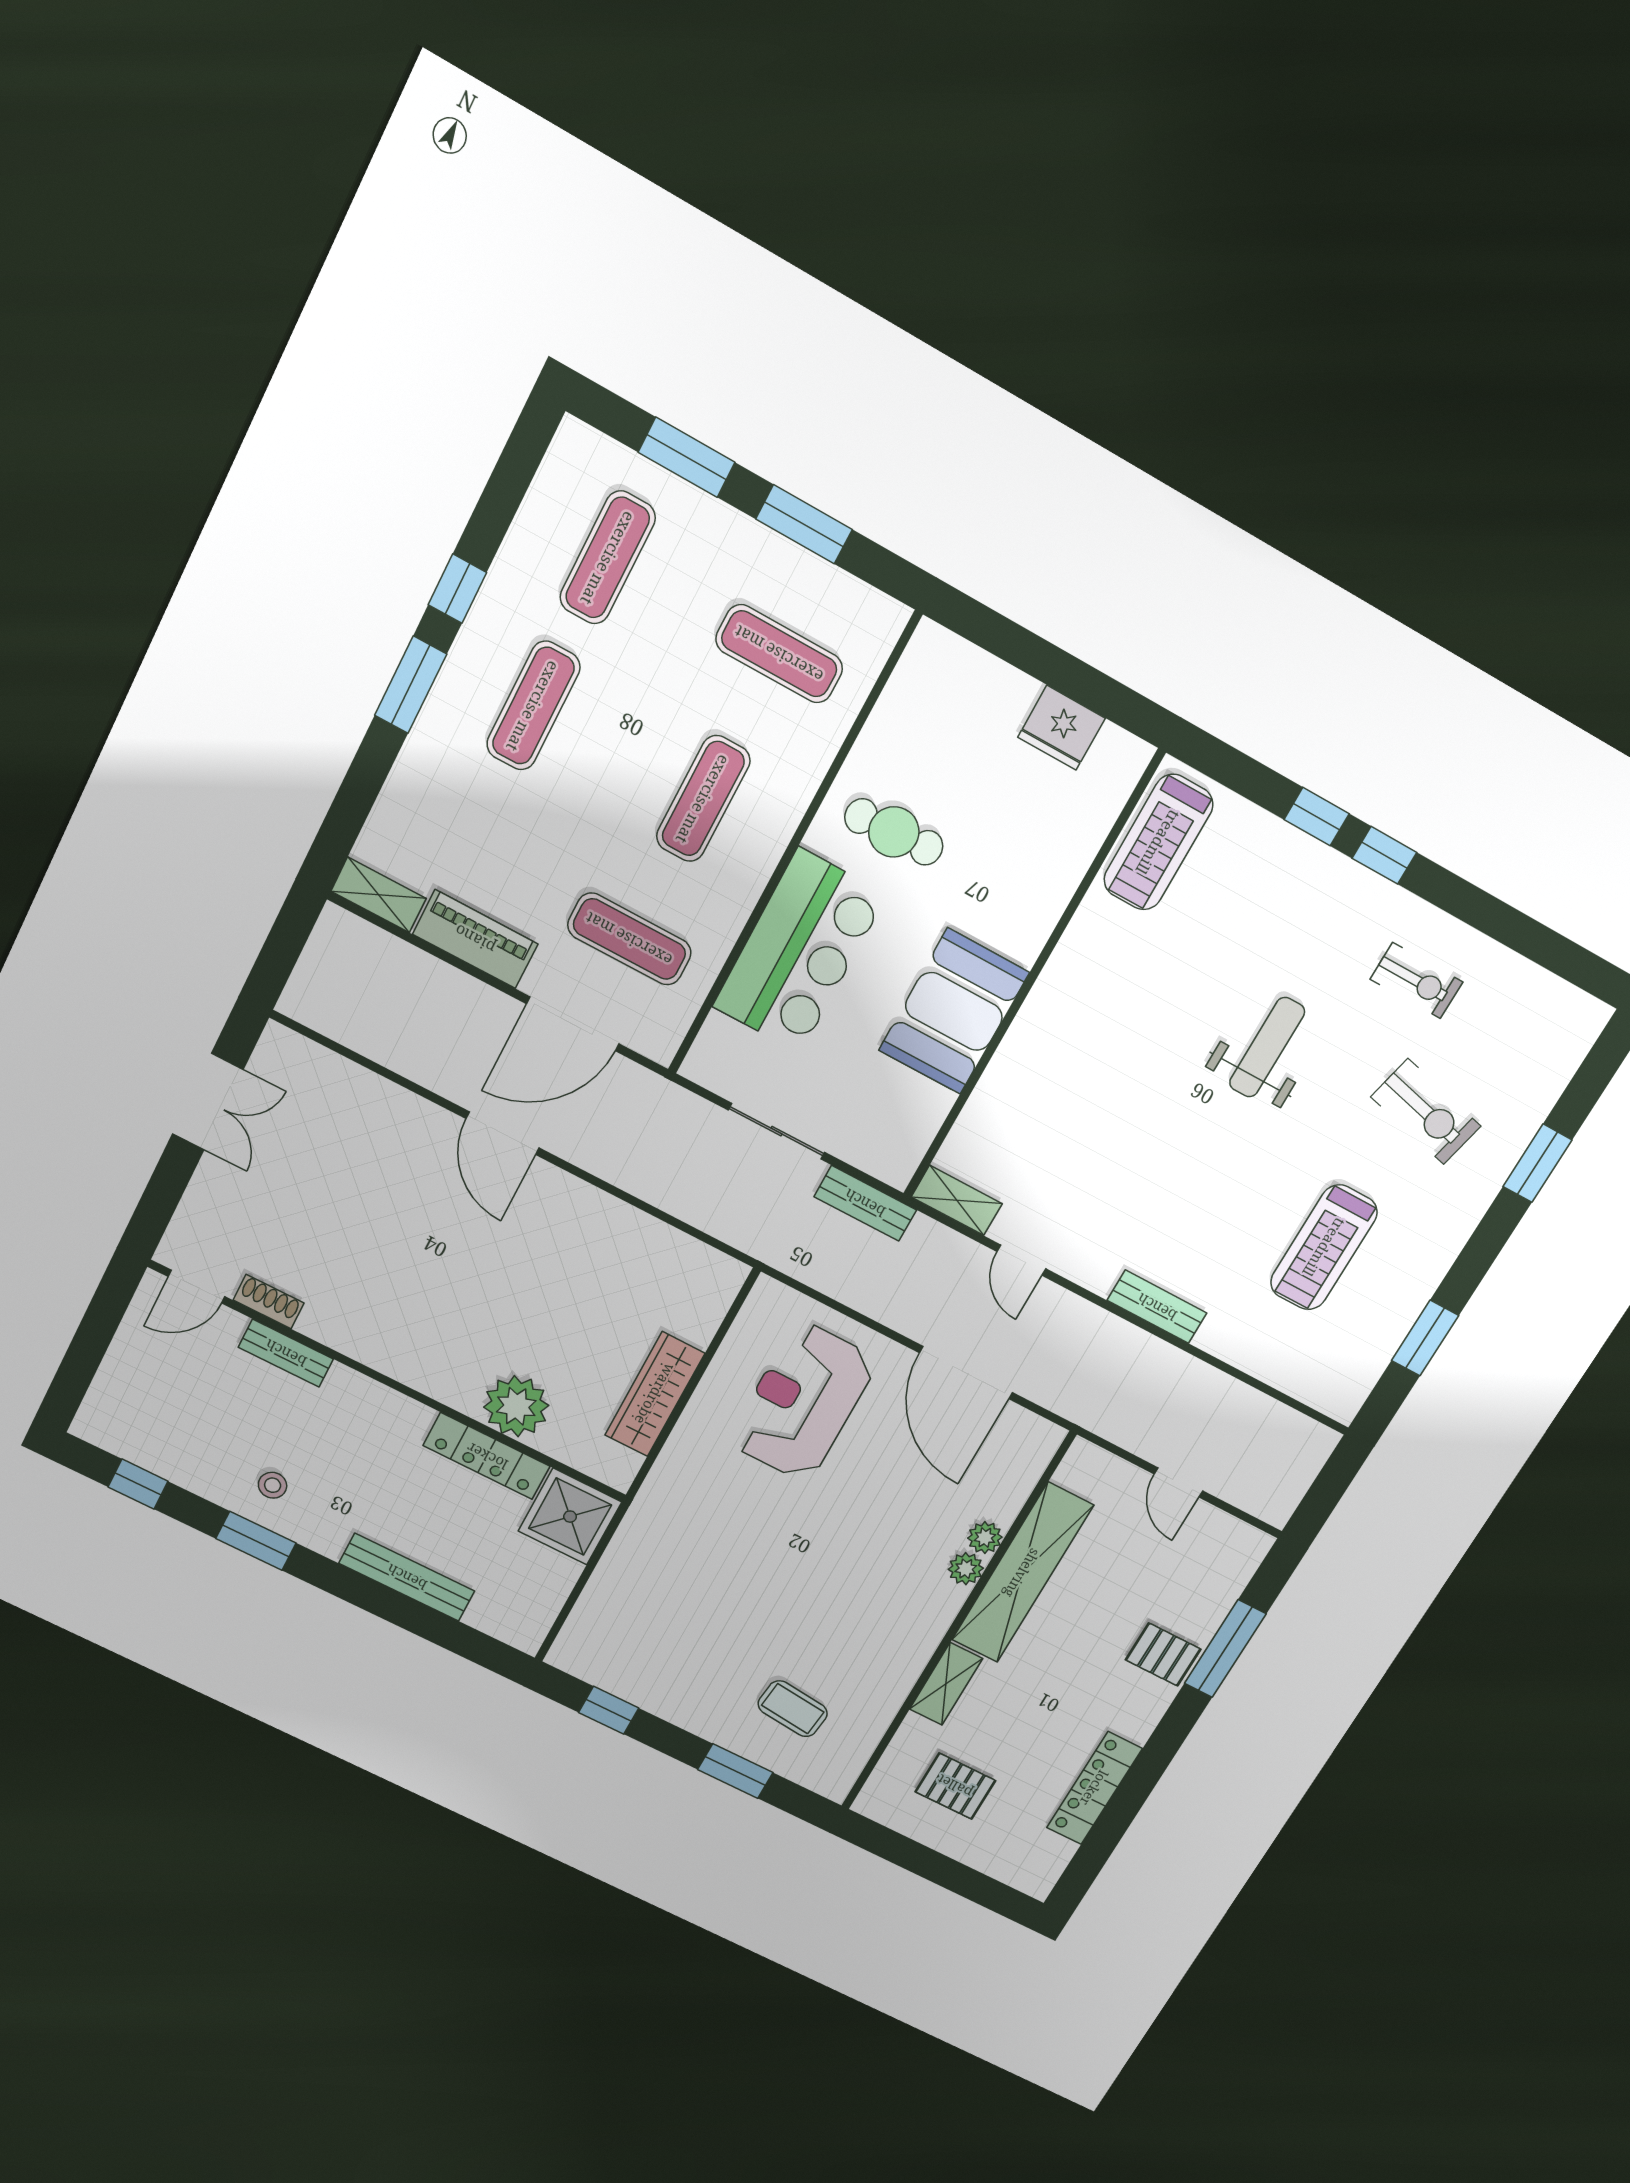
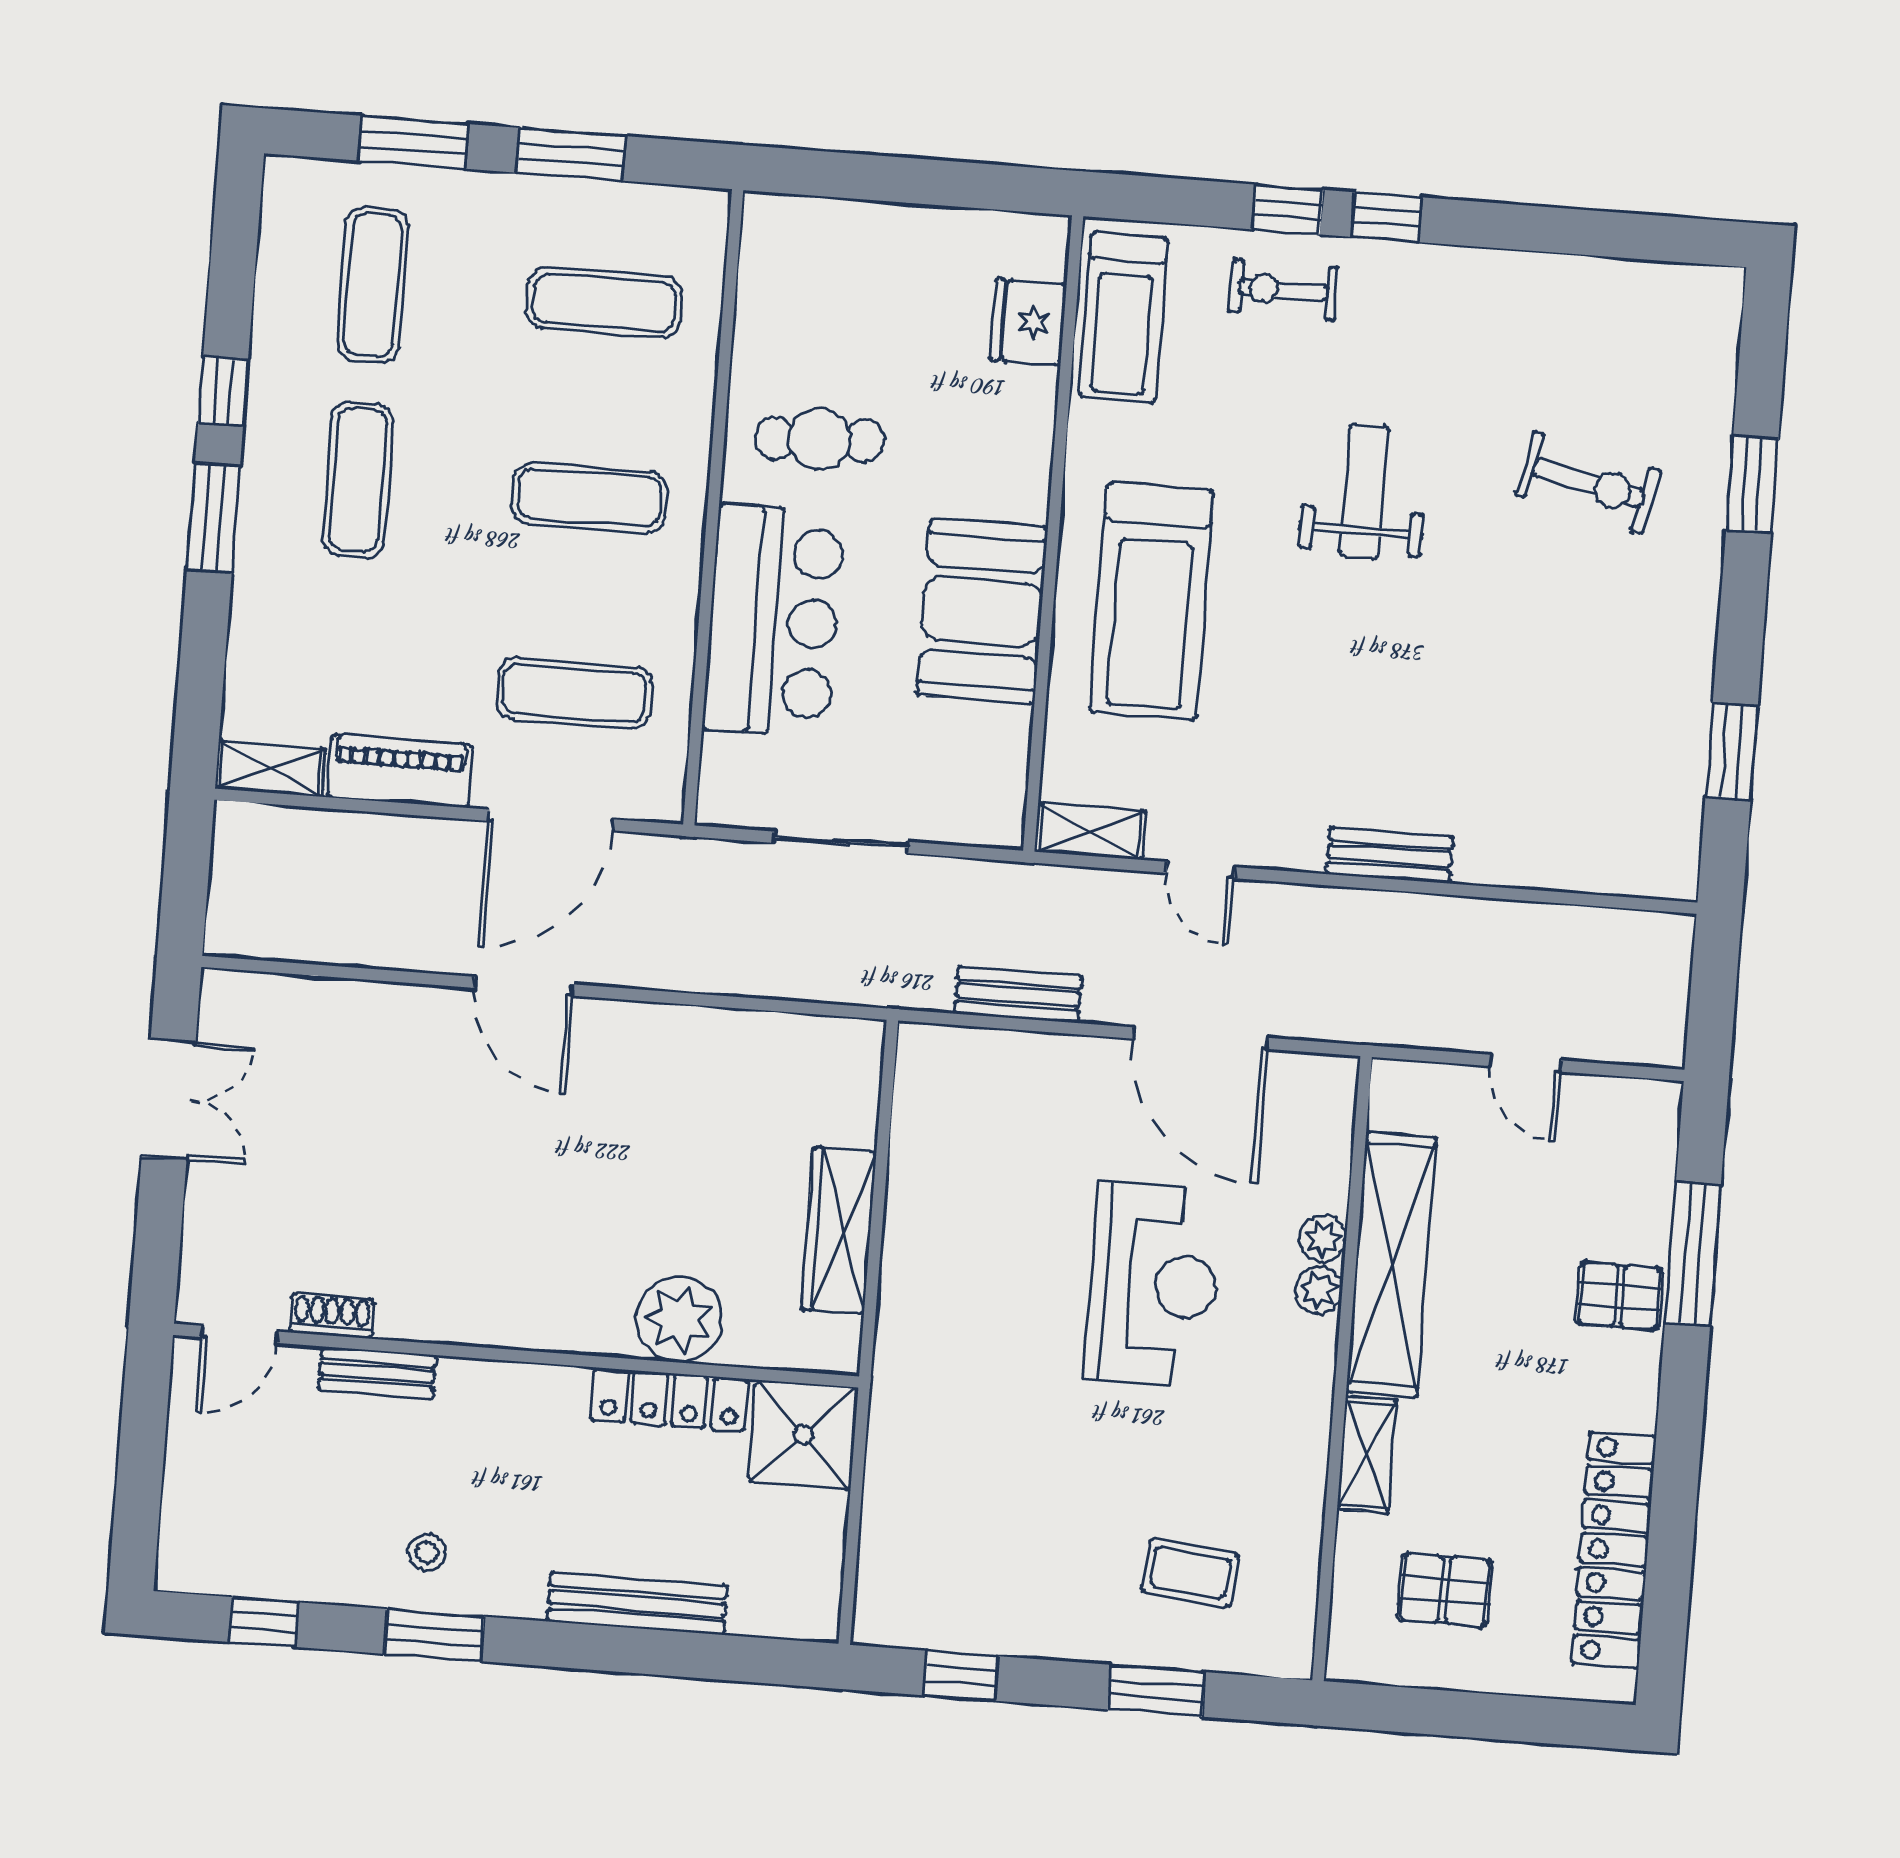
fridge: (1061, 728) -> (1028, 322), moved, turned 90
exercise mat: (703, 799) -> (589, 498), turned 90
exercise bike: (1416, 981) -> (1284, 290), moved, turned 180
bench: (865, 1203) -> (1018, 995), moved
treadmill: (1324, 1247) -> (1152, 601), moved, width x1.37, depth x1.38
reception desk: (803, 1402) -> (1153, 1284), moved, turned 180
locker: (1094, 1788) -> (1614, 1550), width x1.41, depth x1.21

